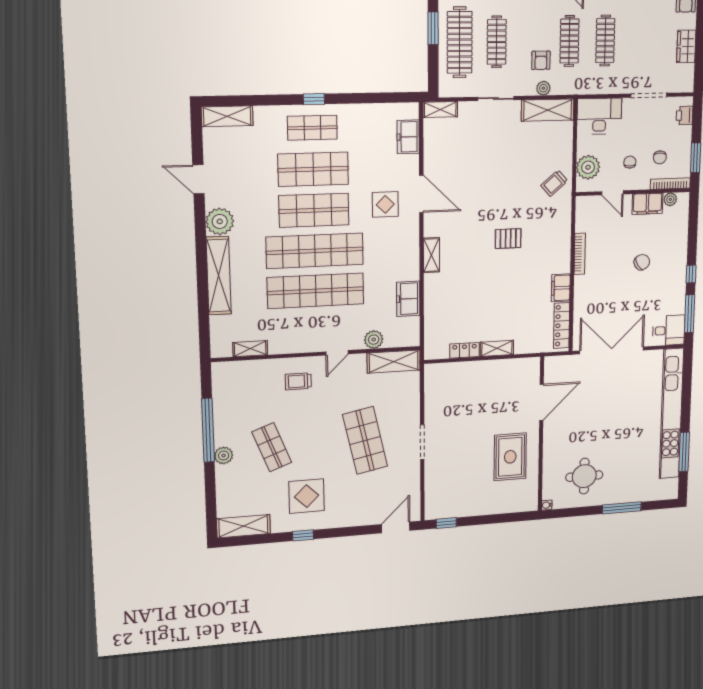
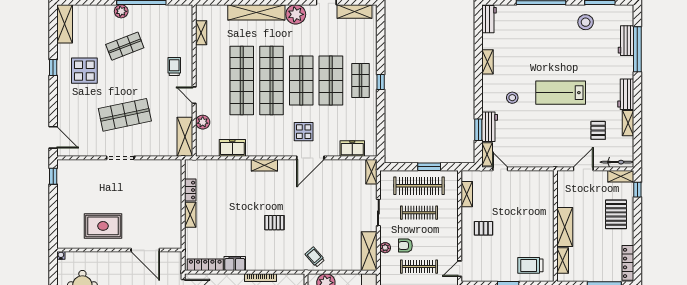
shelving: (227, 116) -> (355, 12), moved, turned 90
pallet: (508, 239) -> (274, 223), turned 90

